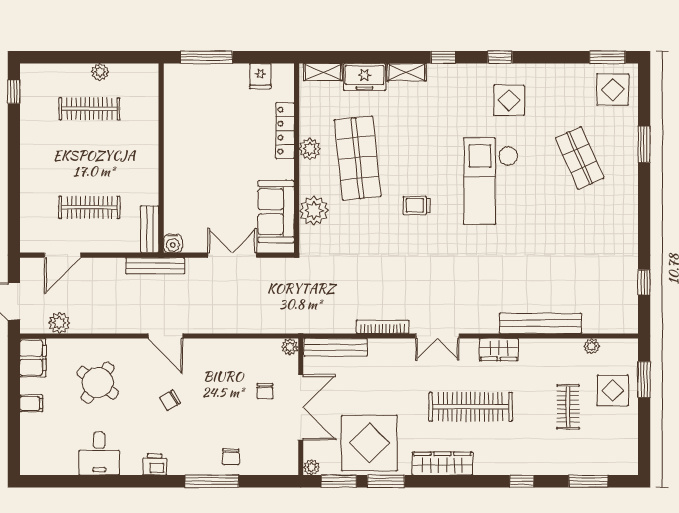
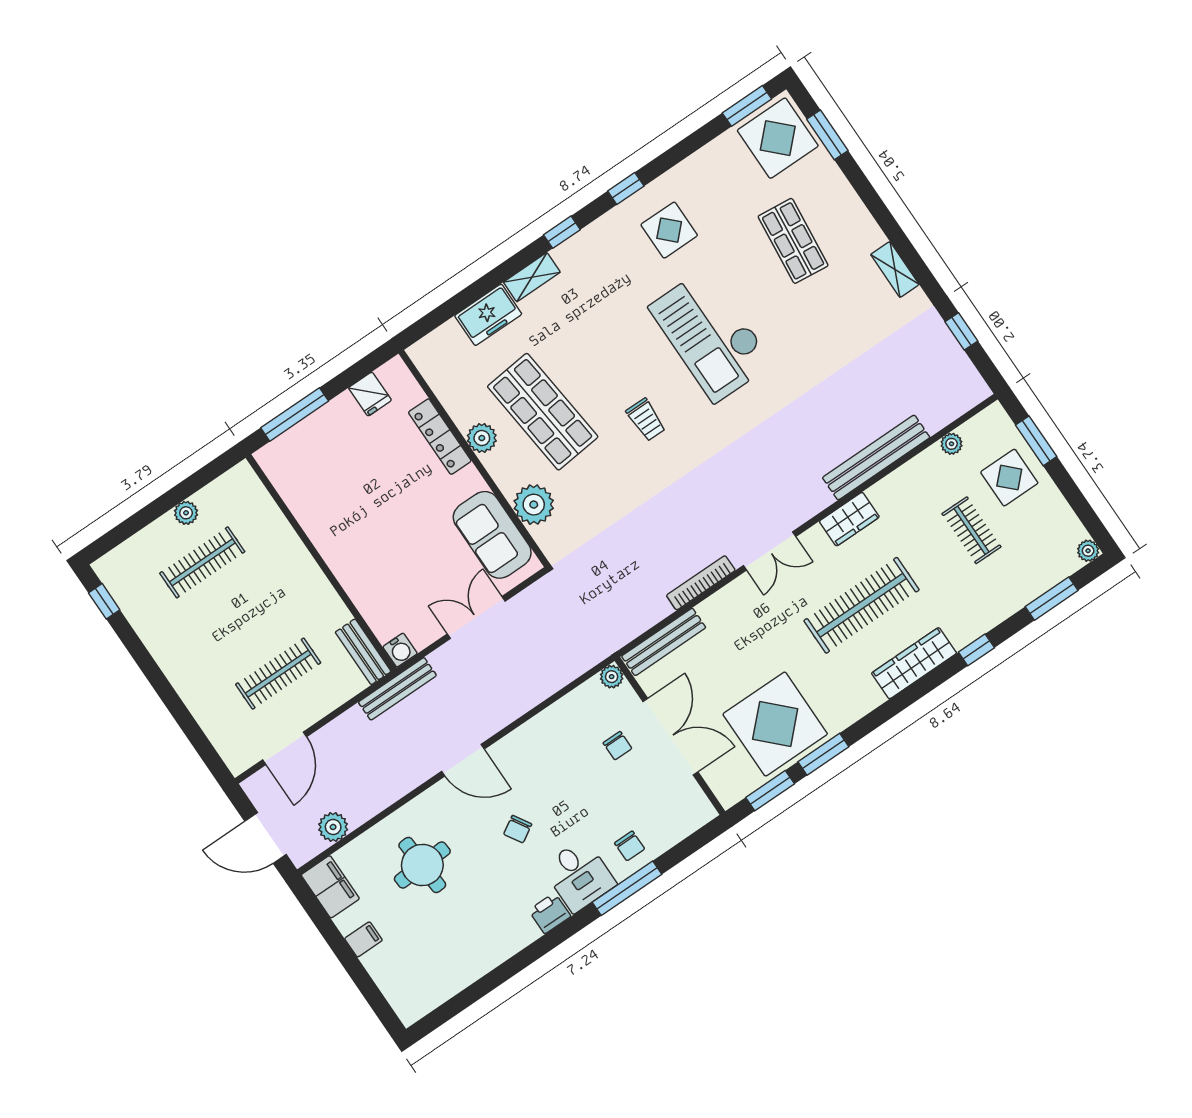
shelving: (323, 72) -> (895, 269), moved, turned 90
display table: (613, 90) -> (778, 138), width x1.36, depth x1.36
window: (644, 144) -> (827, 135), moved
shop shelf: (580, 158) -> (793, 241), turned 30
trolley: (417, 205) -> (646, 420), turned -90
round table: (98, 383) -> (422, 865), turned -38
desk: (99, 454) -> (579, 875), moved
wardrobe: (442, 464) -> (914, 663), moved
plant: (311, 467) -> (1088, 551), moved

